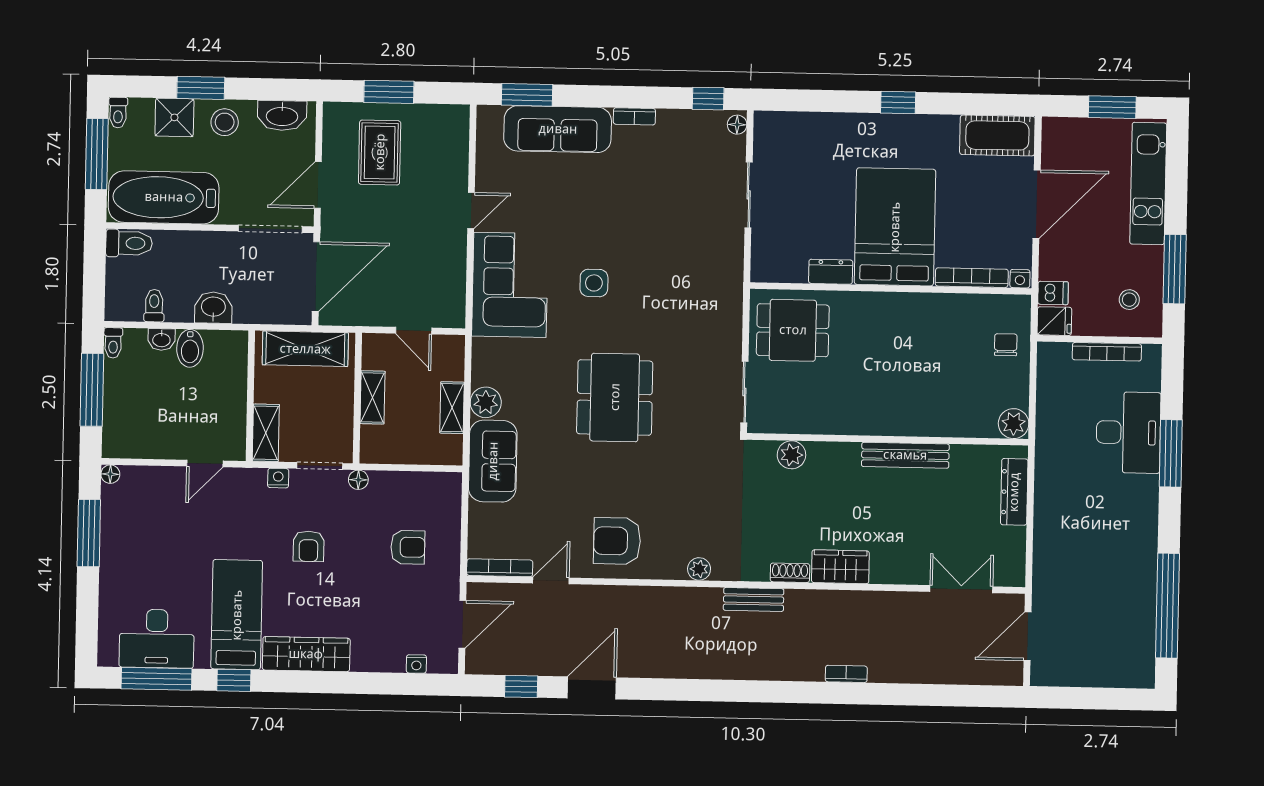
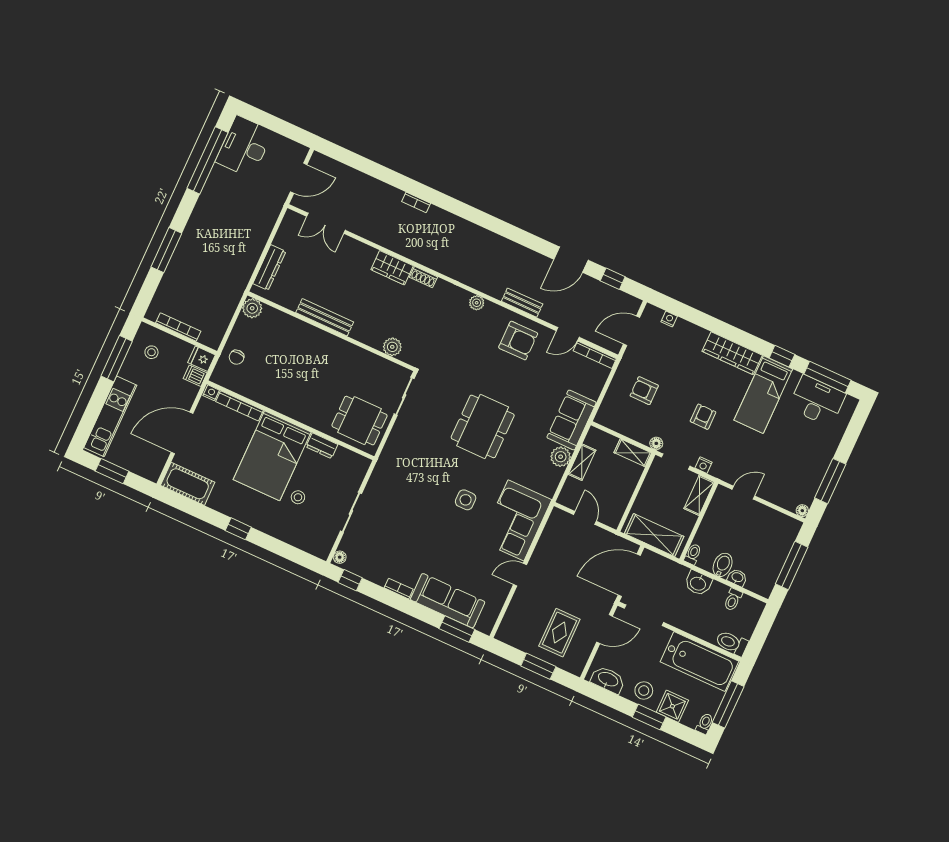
stool: (833, 184) -> (298, 497), added
toilet: (113, 343) -> (693, 554), moved
shelving: (373, 397) -> (633, 453), moved, turned 90
desk: (1128, 432) -> (244, 147), moved
bench: (754, 600) -> (522, 303), moved

